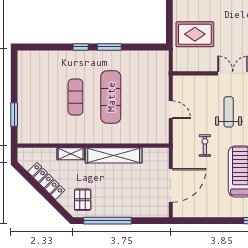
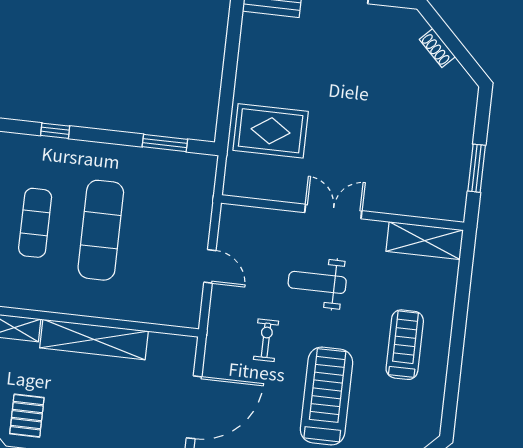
window: (109, 47) -> (165, 143), moved
weight bench: (229, 112) -> (317, 282), turned -90

